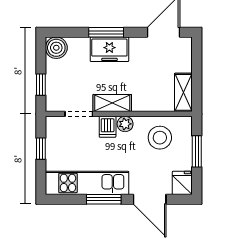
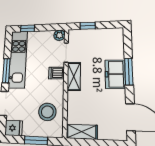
boiler: (56, 48) -> (115, 35), removed
plant: (125, 124) -> (59, 35), moved
window: (41, 149) -> (28, 28), moved

